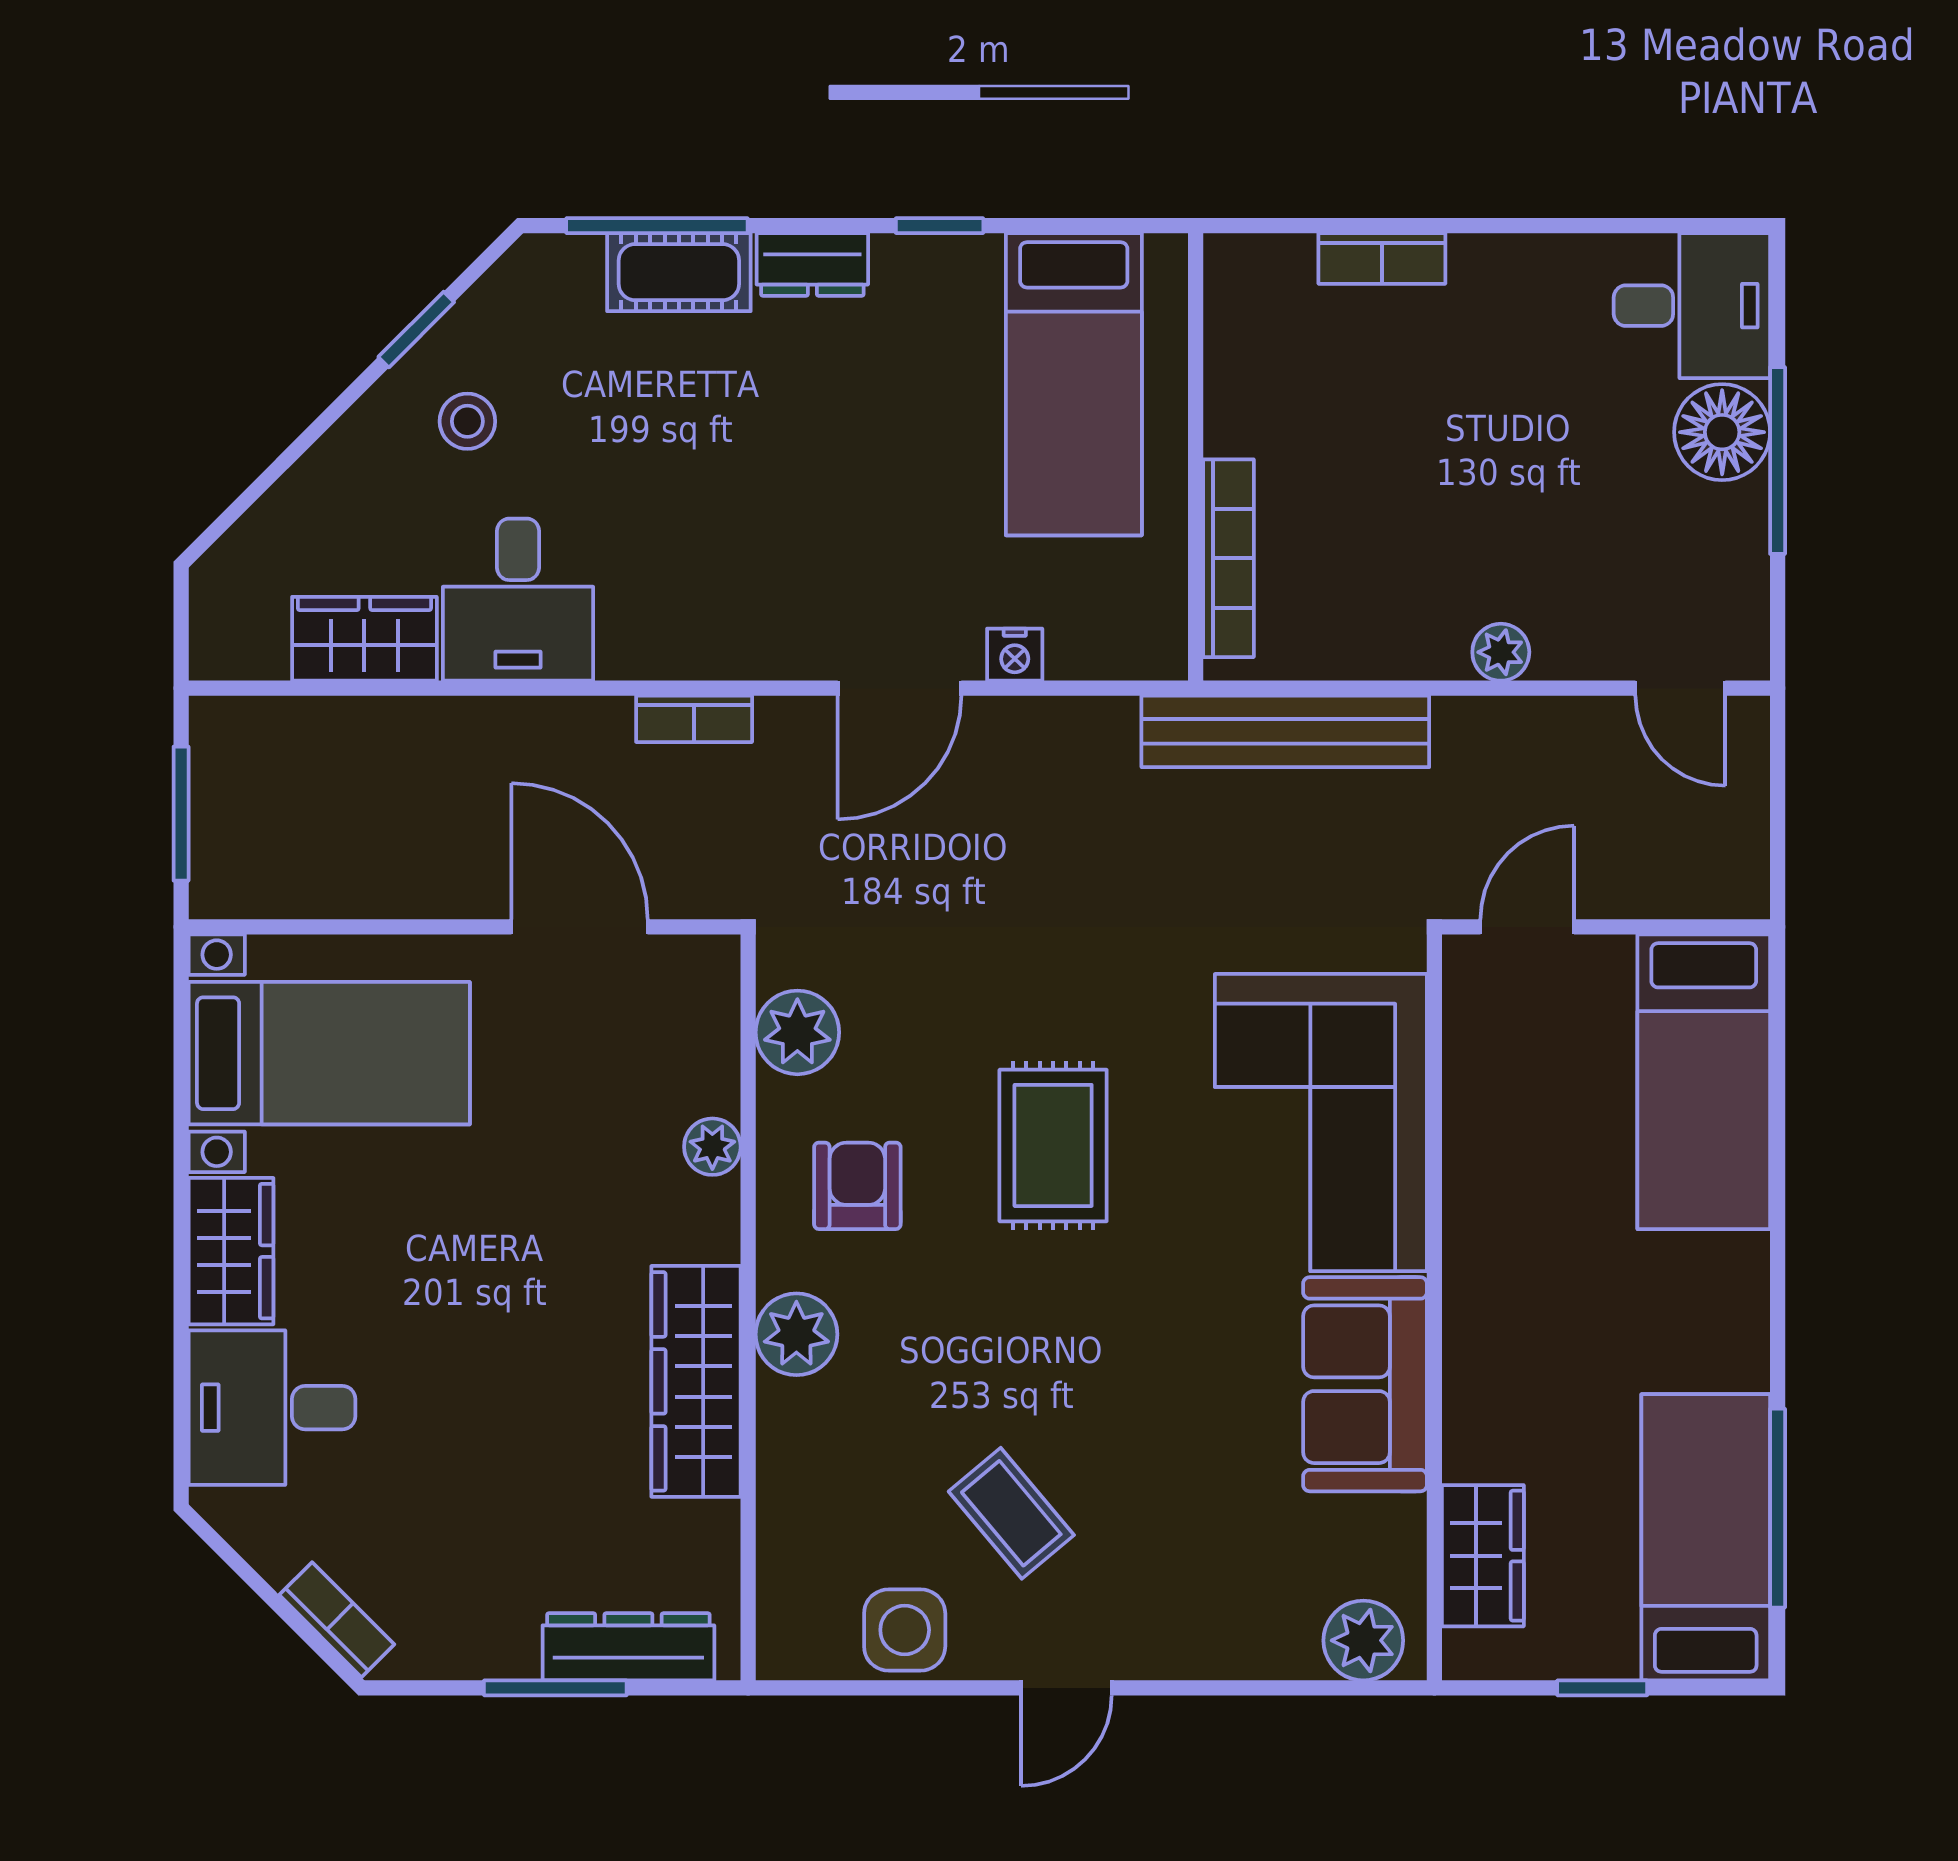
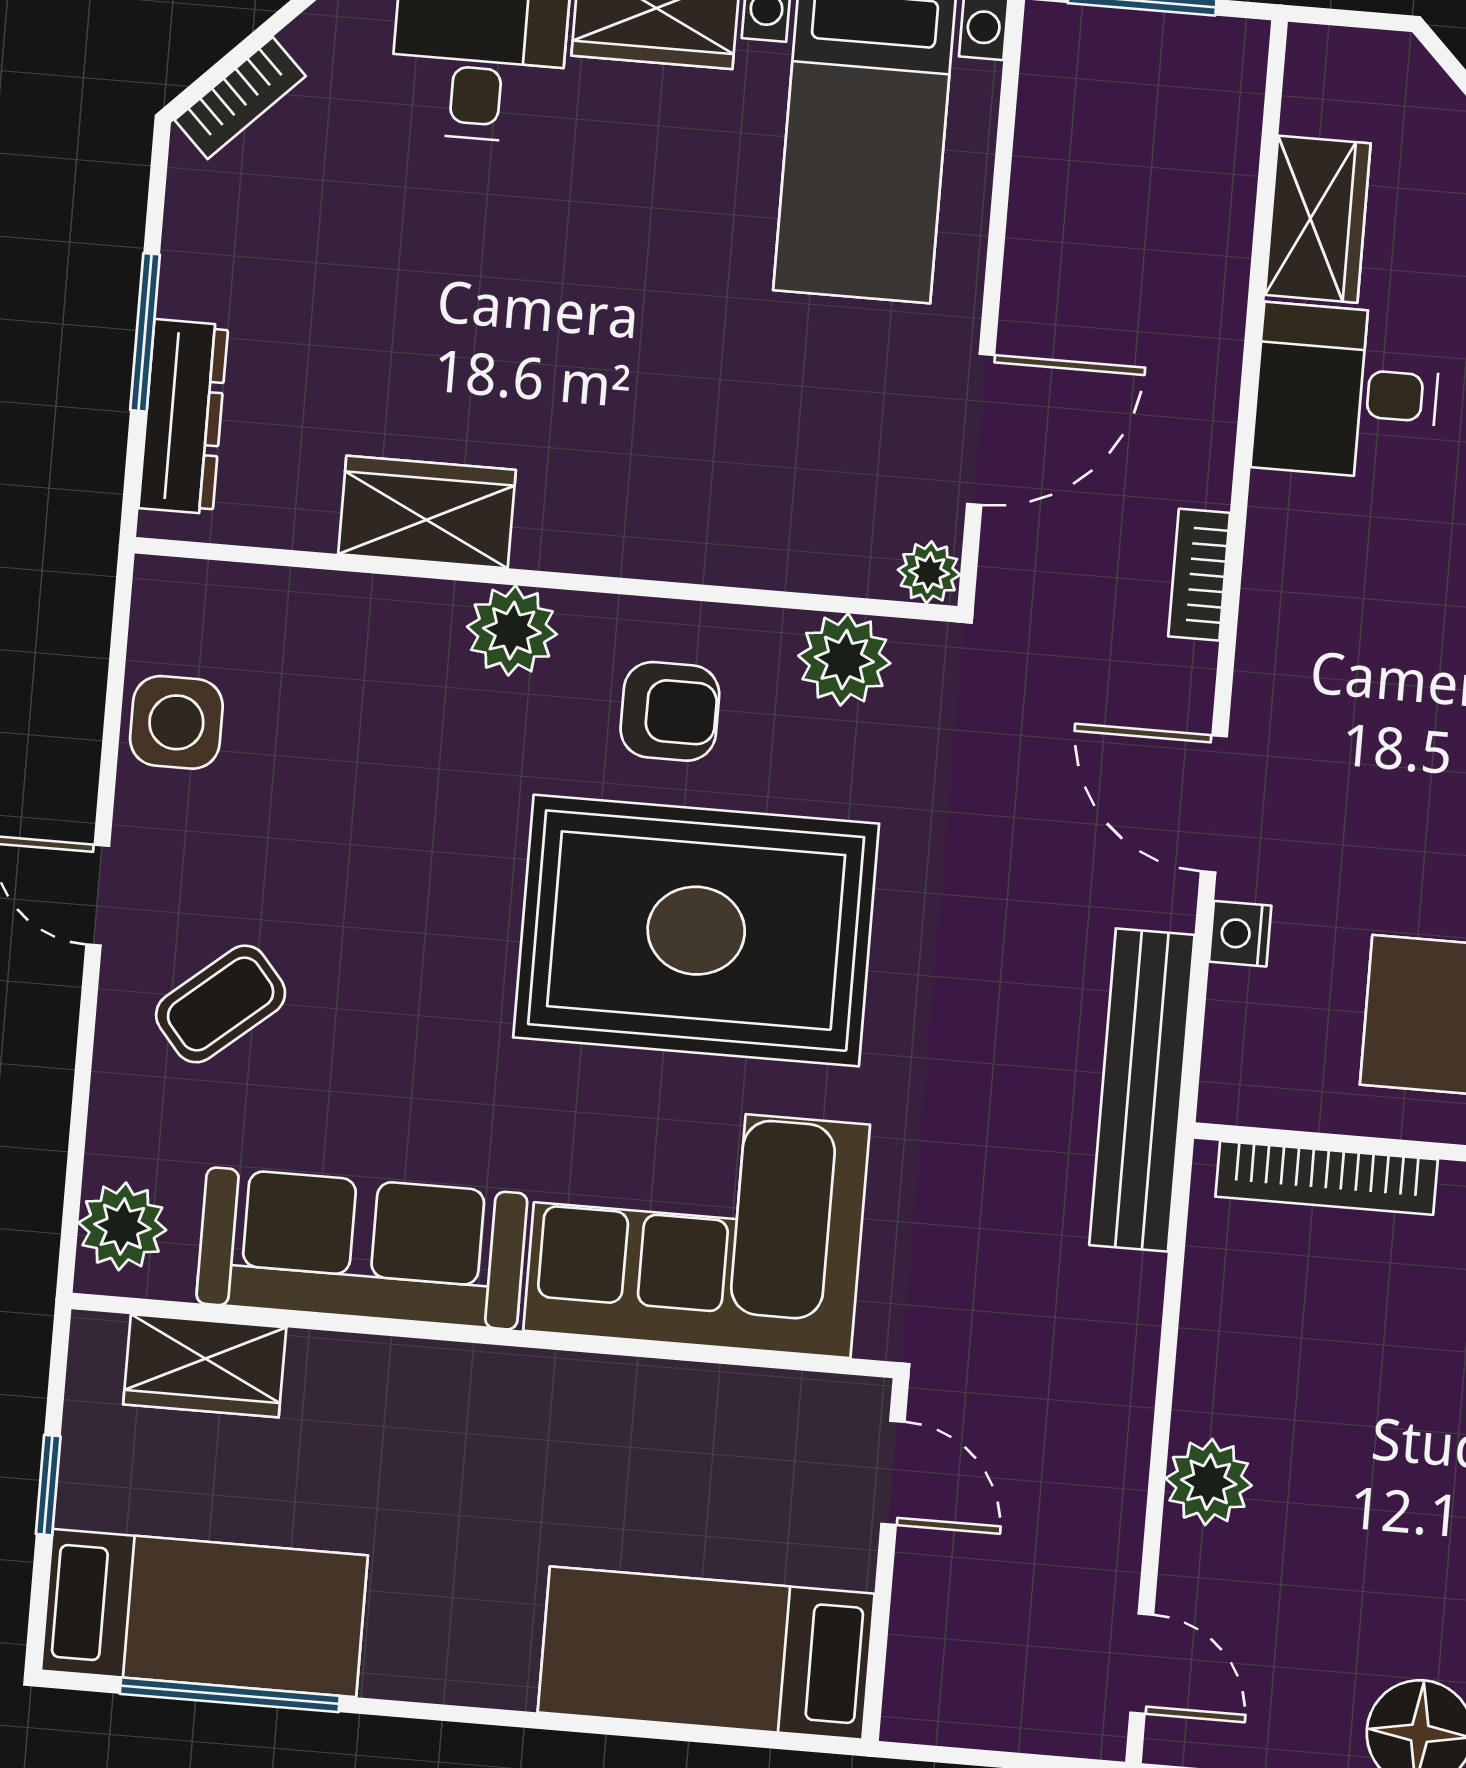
plant: (1501, 652) -> (1209, 1482), width x1.38, depth x1.38
door: (1680, 688) -> (1142, 1664), swing flipped
bench: (1285, 731) -> (1142, 1090), moved
rug: (1053, 1145) -> (696, 931), width x1.86, depth x2.06
plant: (712, 1147) -> (929, 572), moved
wardrobe: (696, 1381) -> (427, 512), width x0.67
sofa: (1365, 1384) -> (362, 1248), width x1.36
coffee table: (1011, 1513) -> (221, 1004), moved

